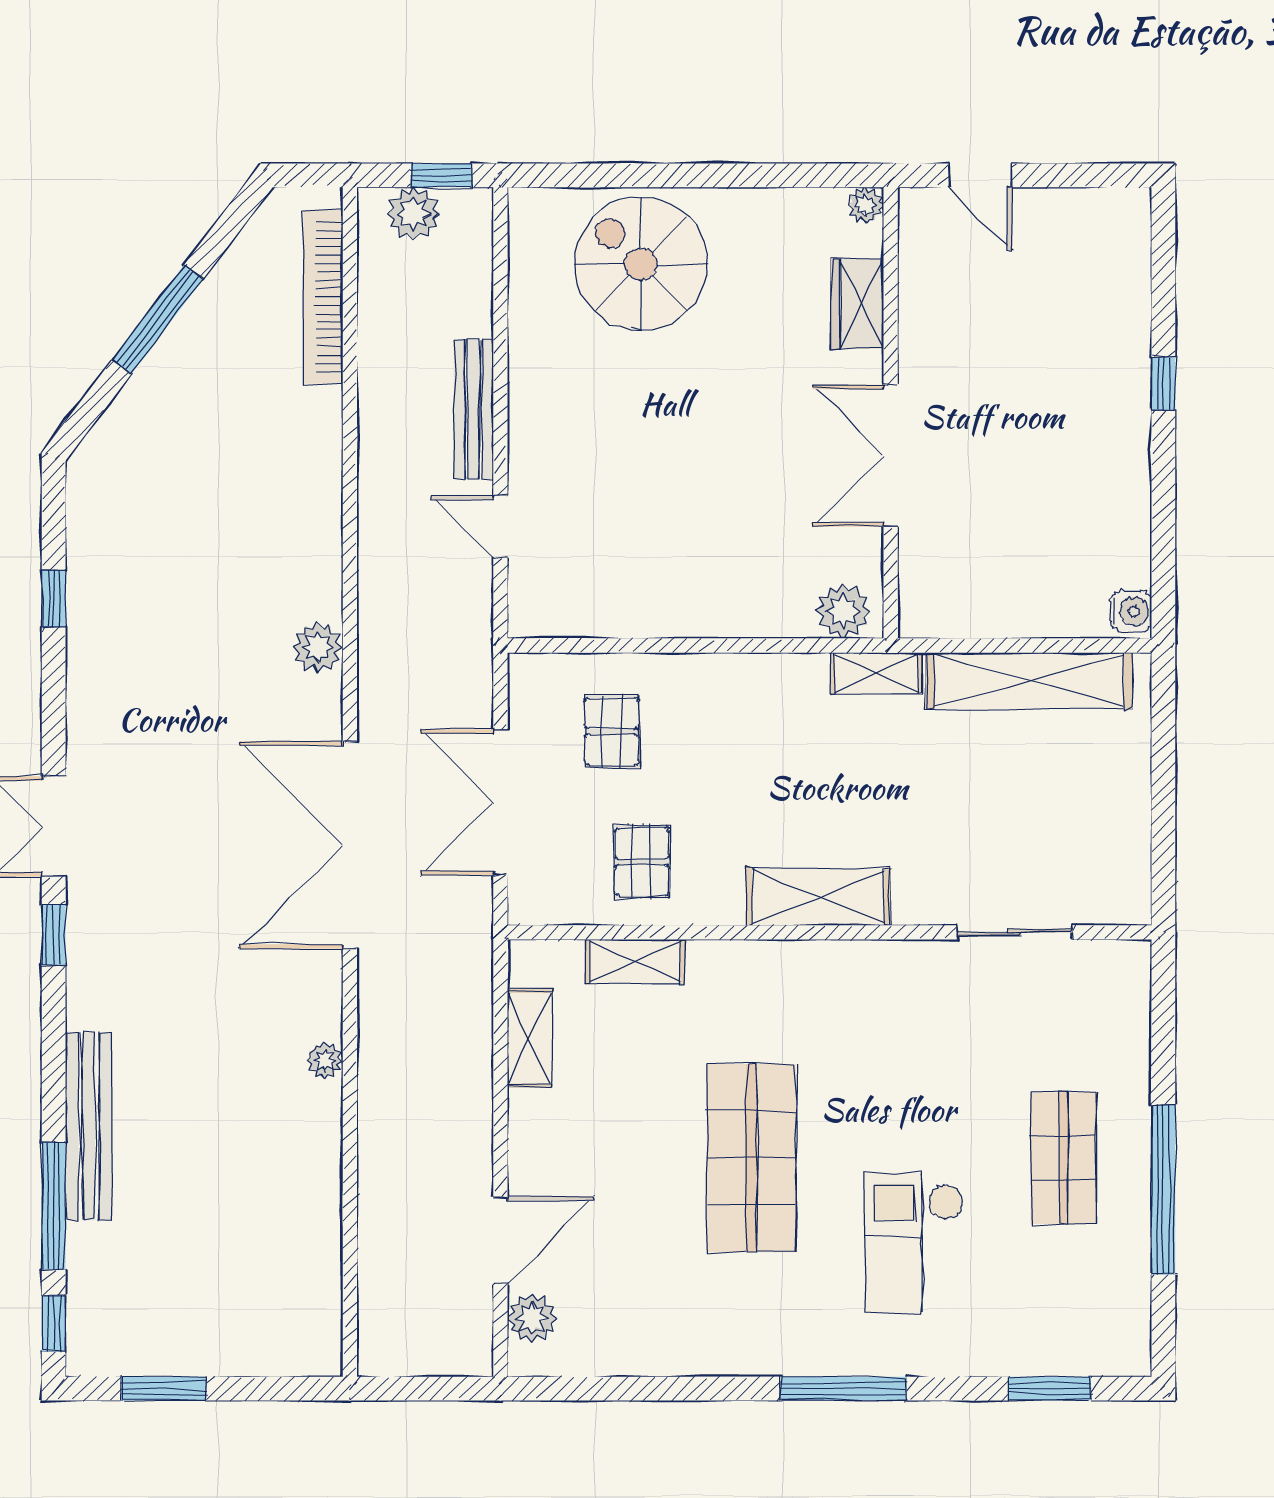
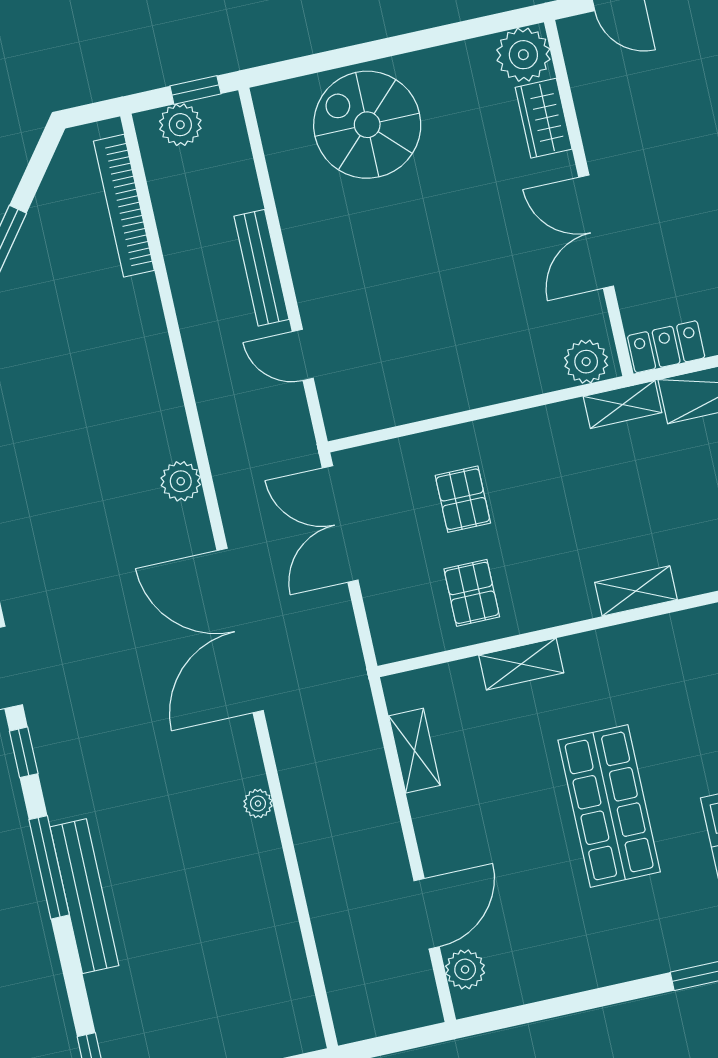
plant: (866, 205) -> (523, 55), width x1.88, depth x1.88
locker: (945, 615) -> (666, 347), added
pallet: (612, 731) -> (463, 499), moved
double door: (500, 802) -> (340, 524), moved
shelving: (818, 897) -> (636, 591), width x0.67, depth x0.75
shelving: (635, 962) -> (521, 664), moved
window: (54, 1206) -> (49, 867), moved

